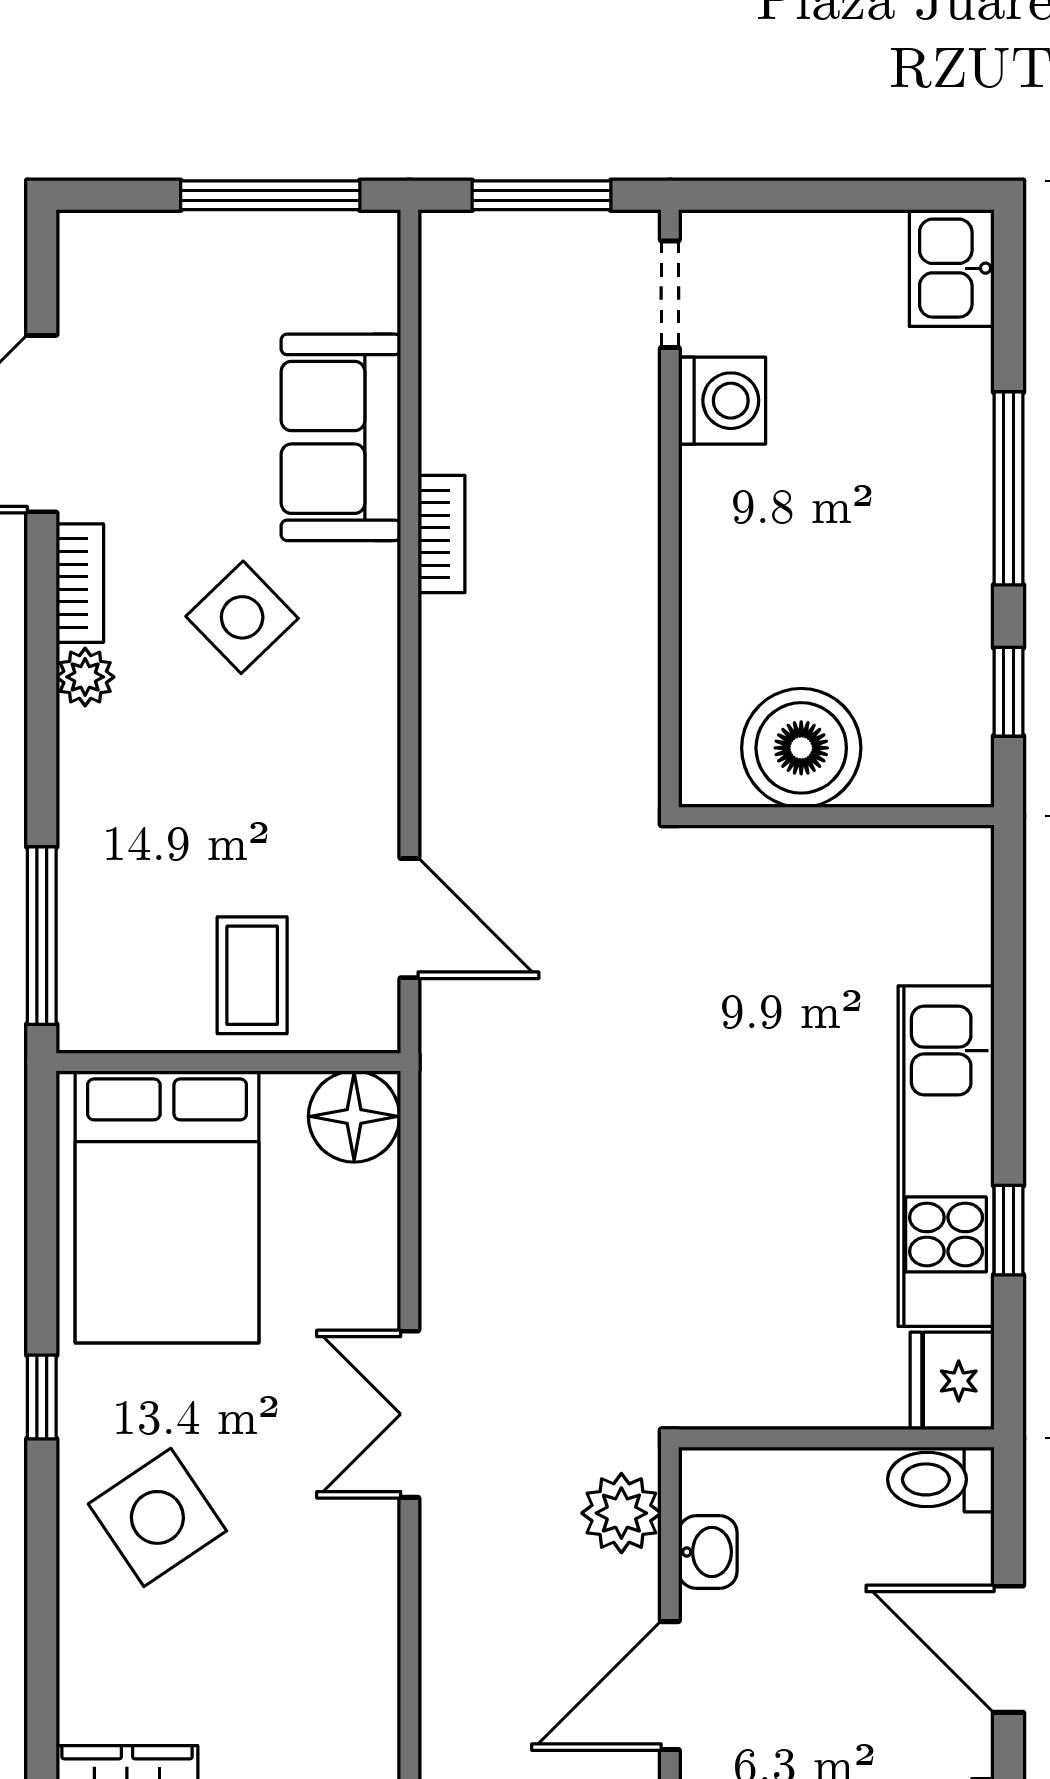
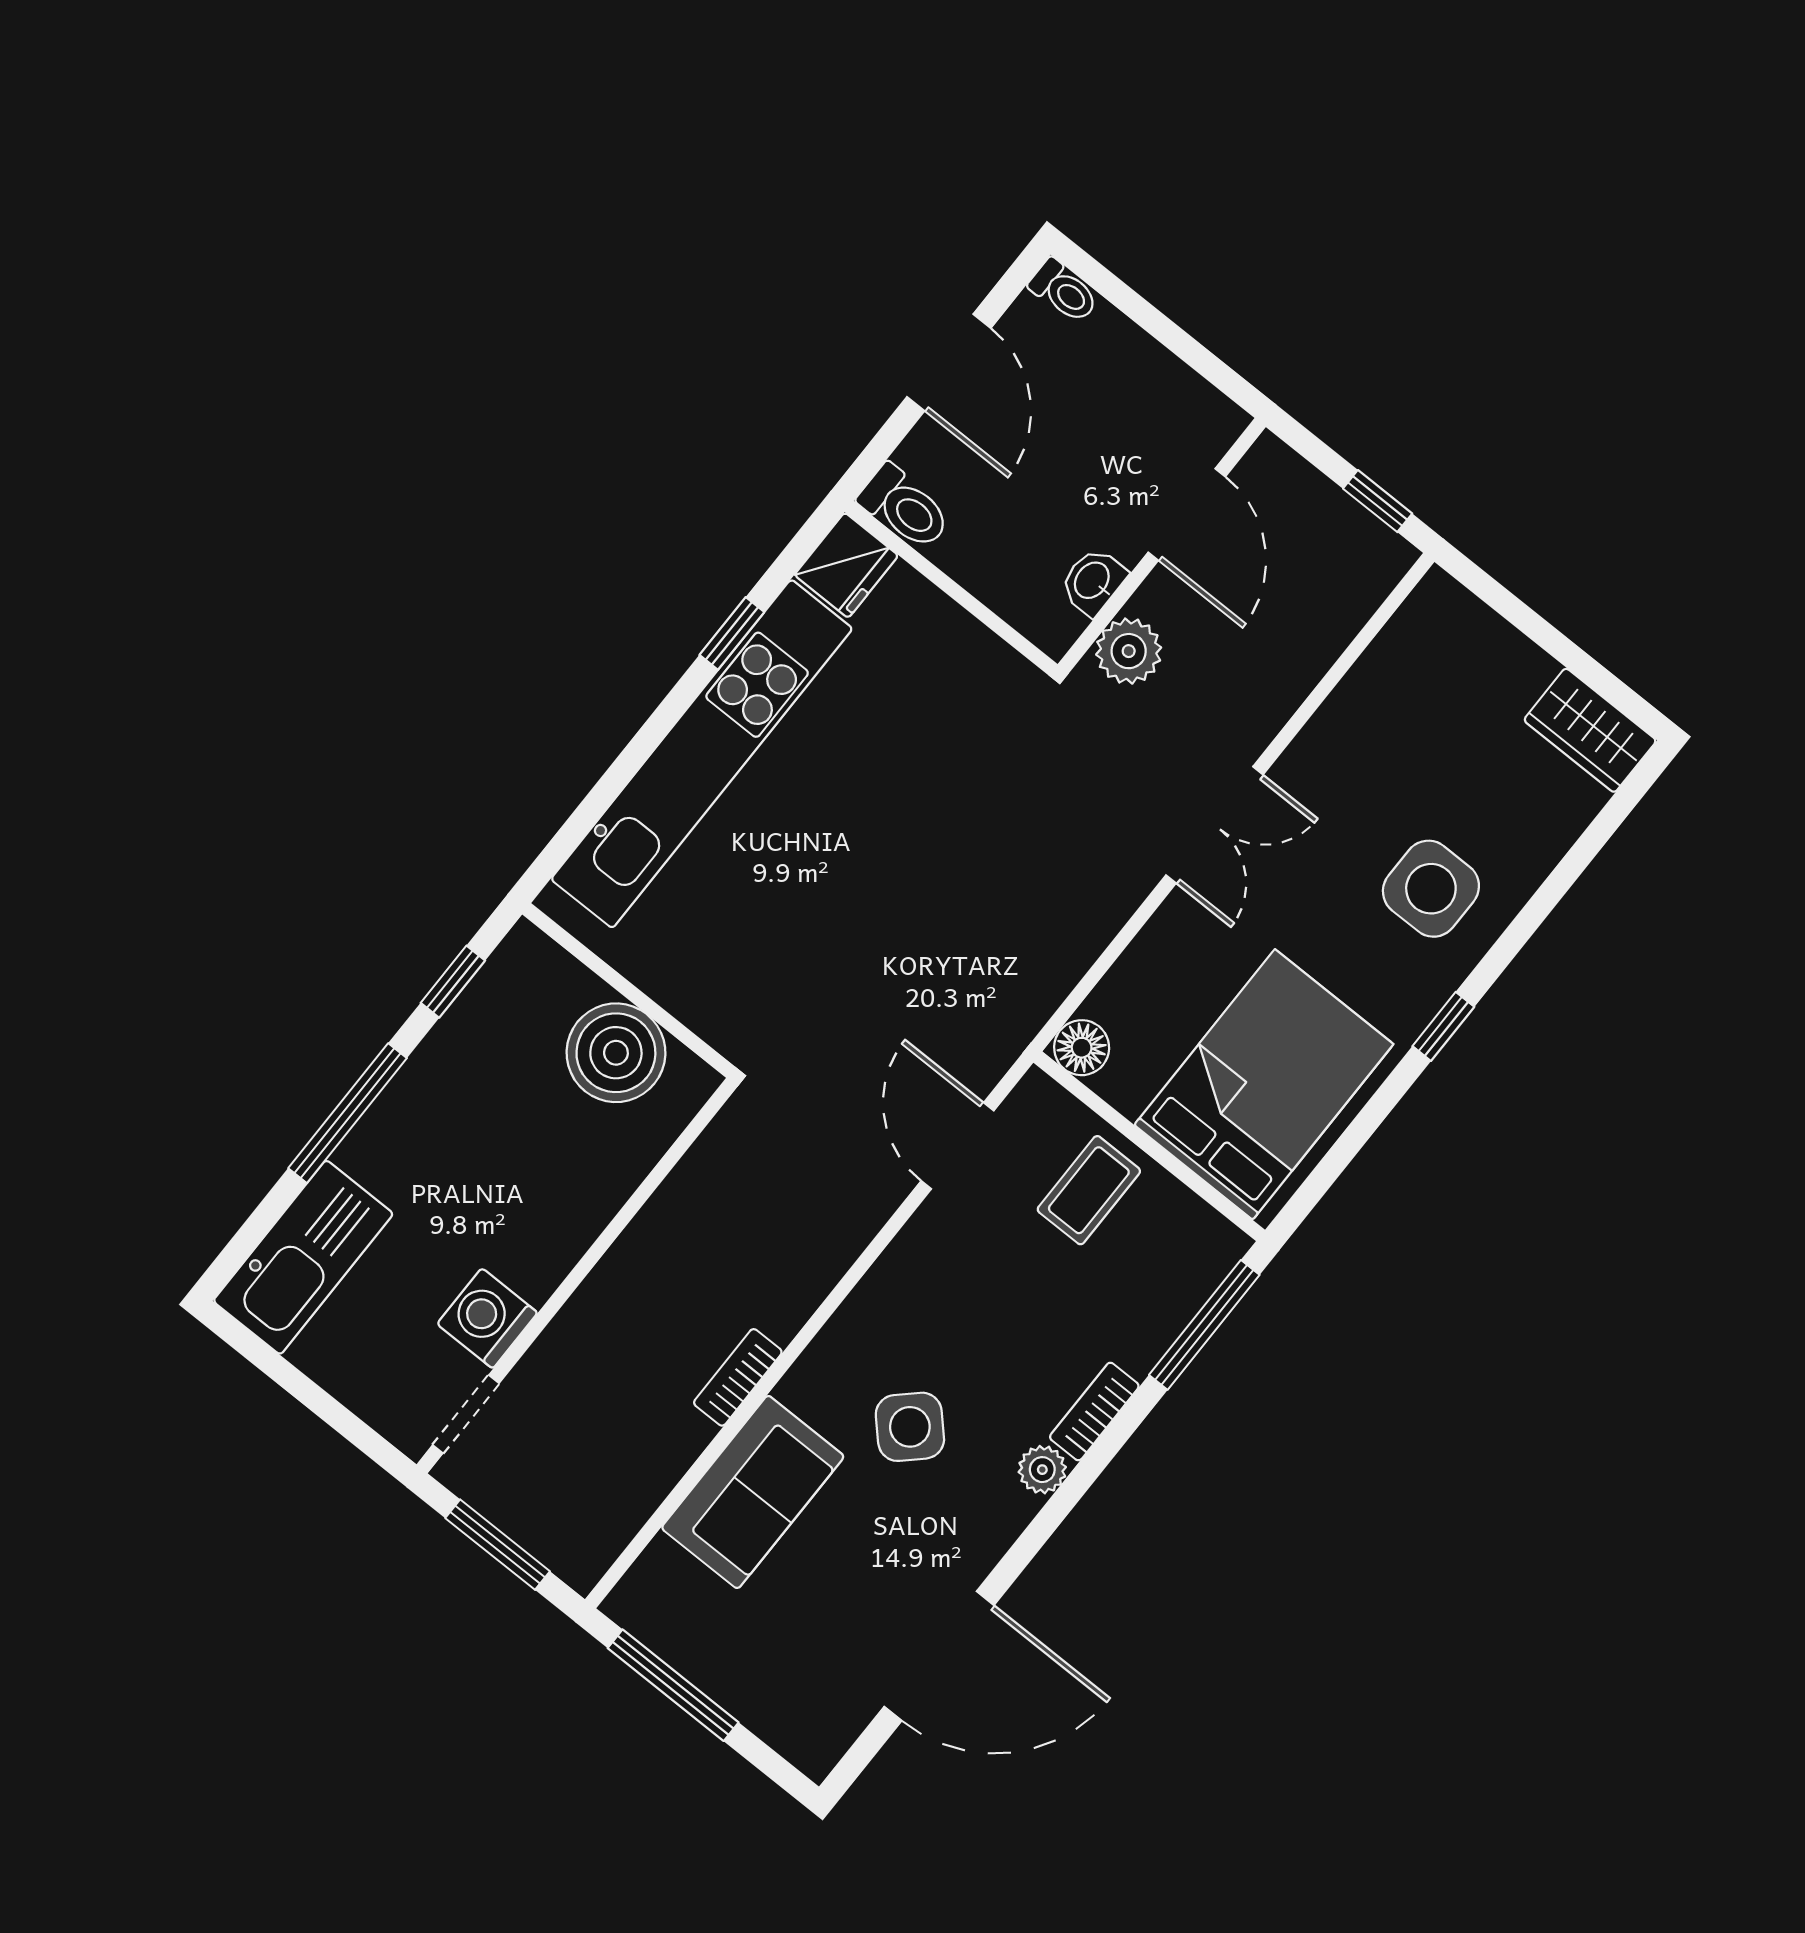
kitchen sink: (952, 268) -> (303, 1257), width x1.87, depth x1.24
bookcase: (80, 583) -> (1094, 1412), moved
floor lamp: (354, 1116) -> (1082, 1048), width x0.73, depth x0.73
kitchen unit: (946, 1156) -> (702, 754), width x1.36
side table: (157, 1517) -> (1431, 889), turned 34
door: (670, 1686) -> (1187, 514), hinge flipped

